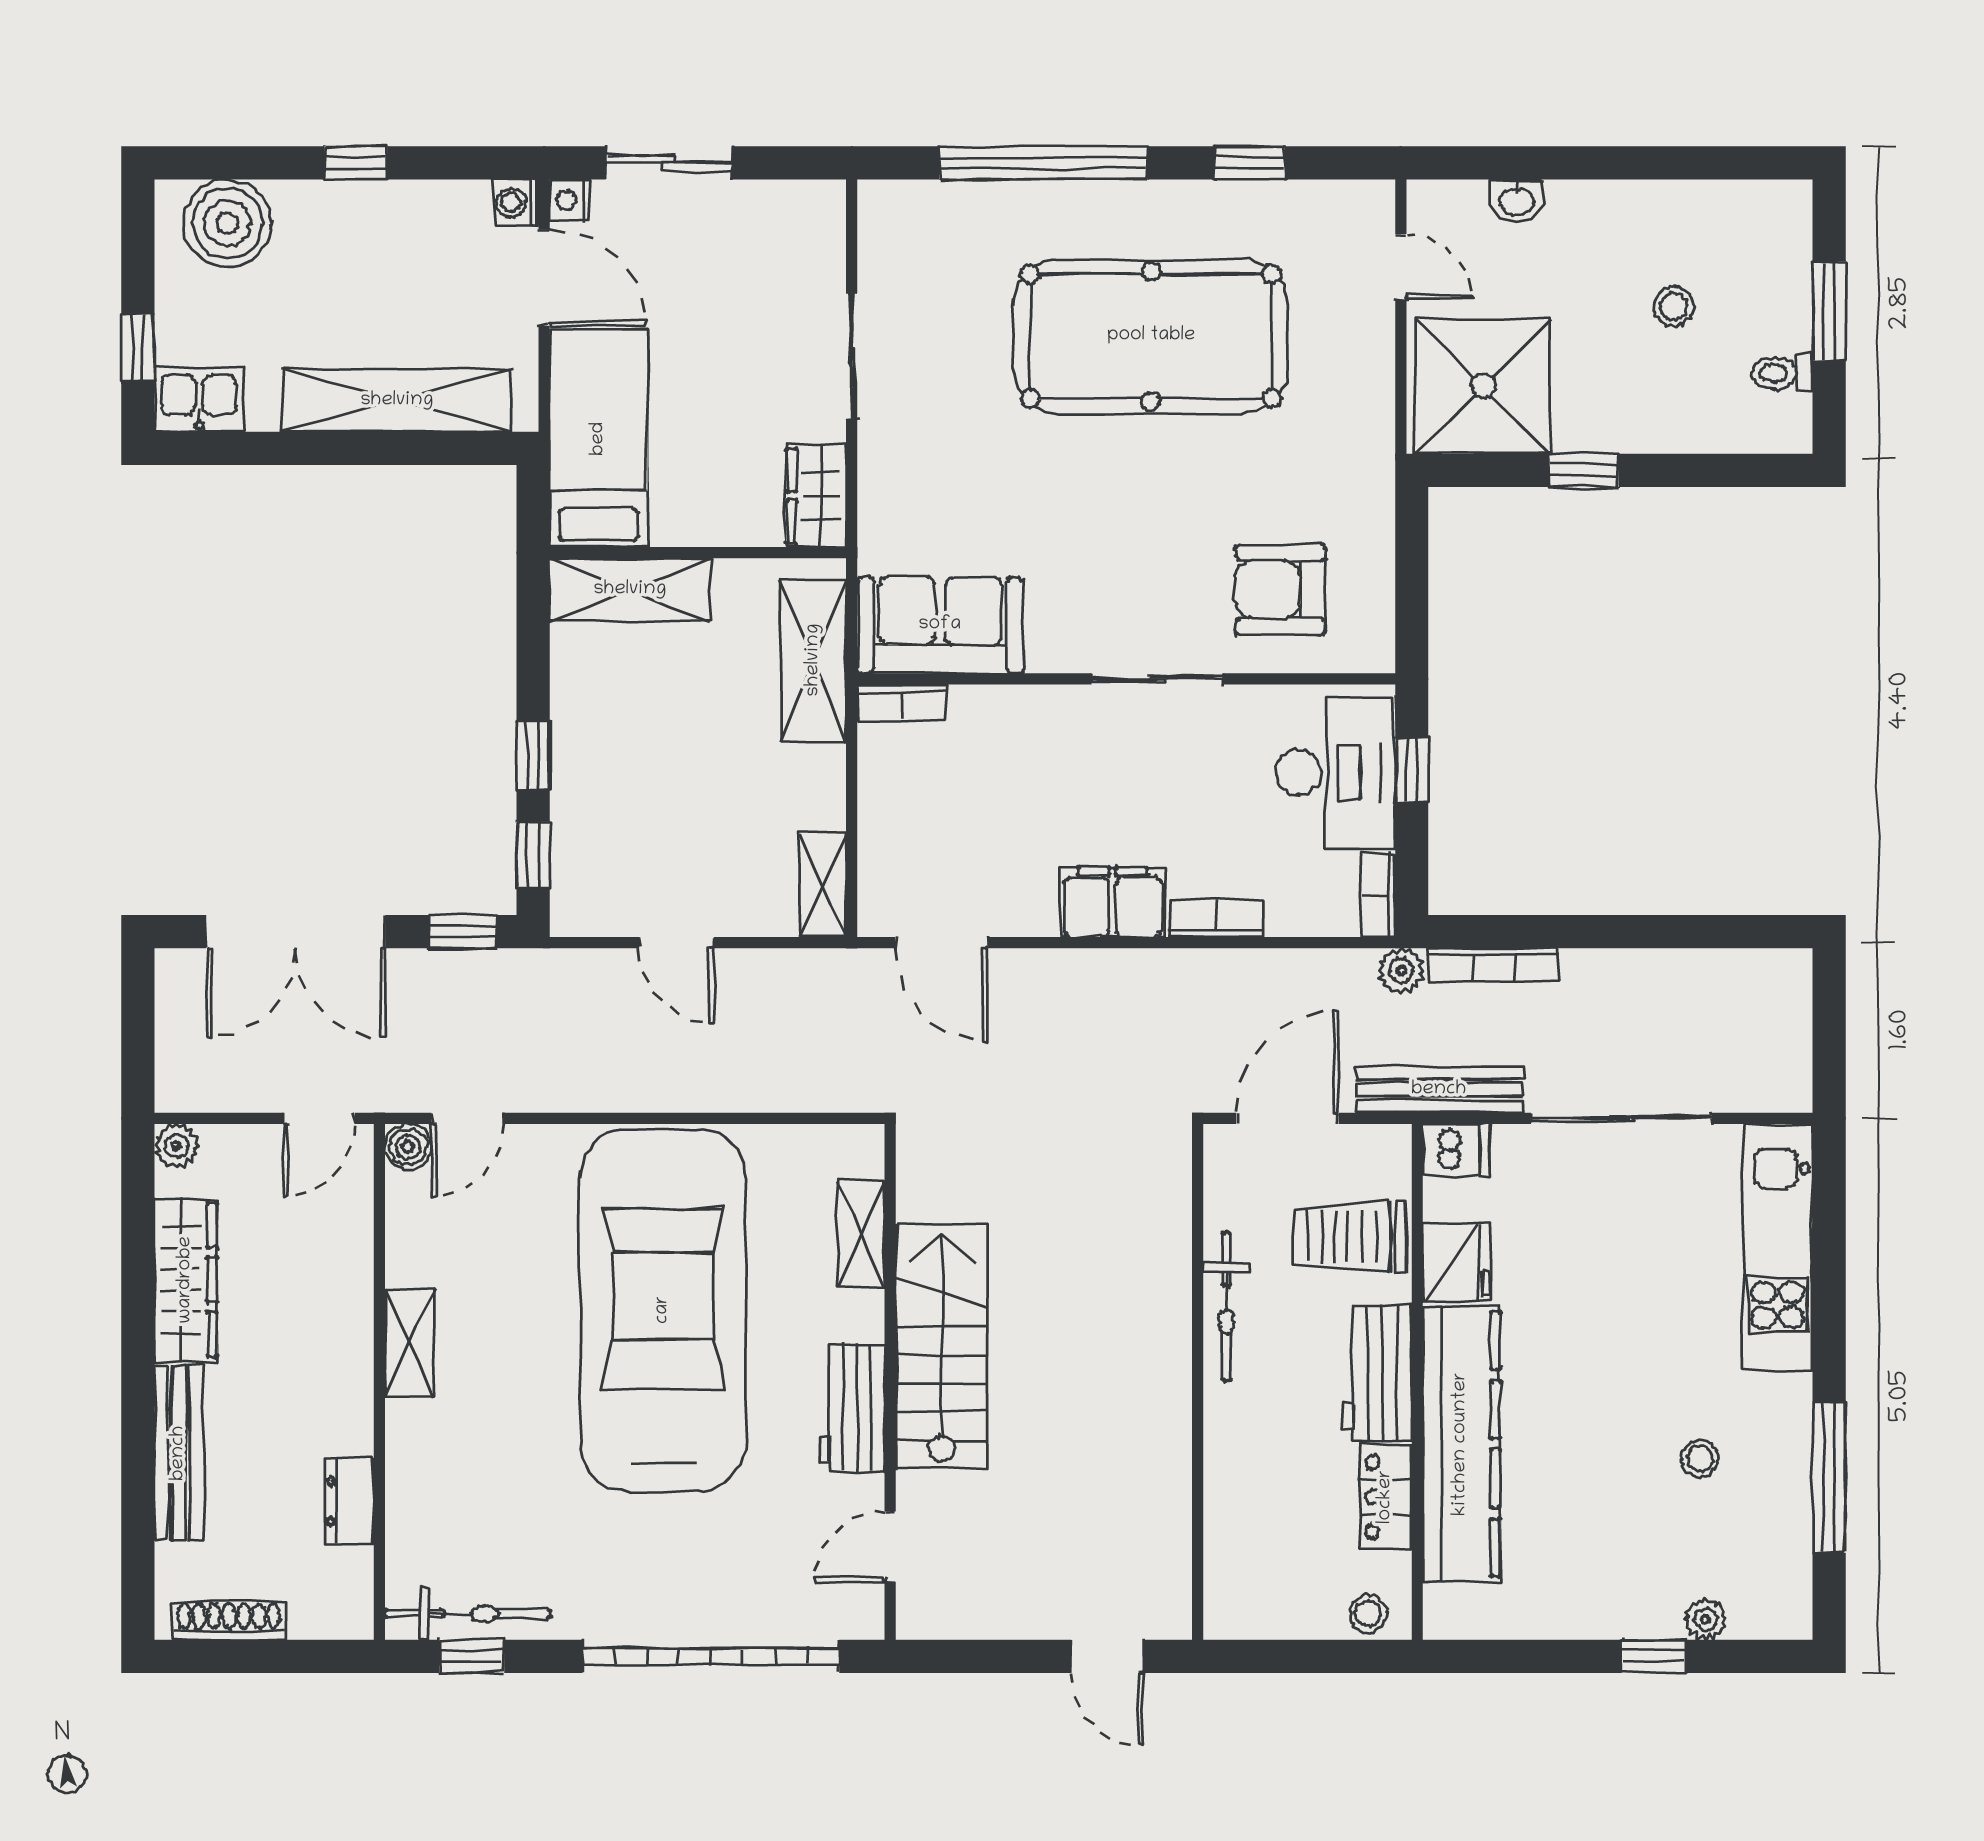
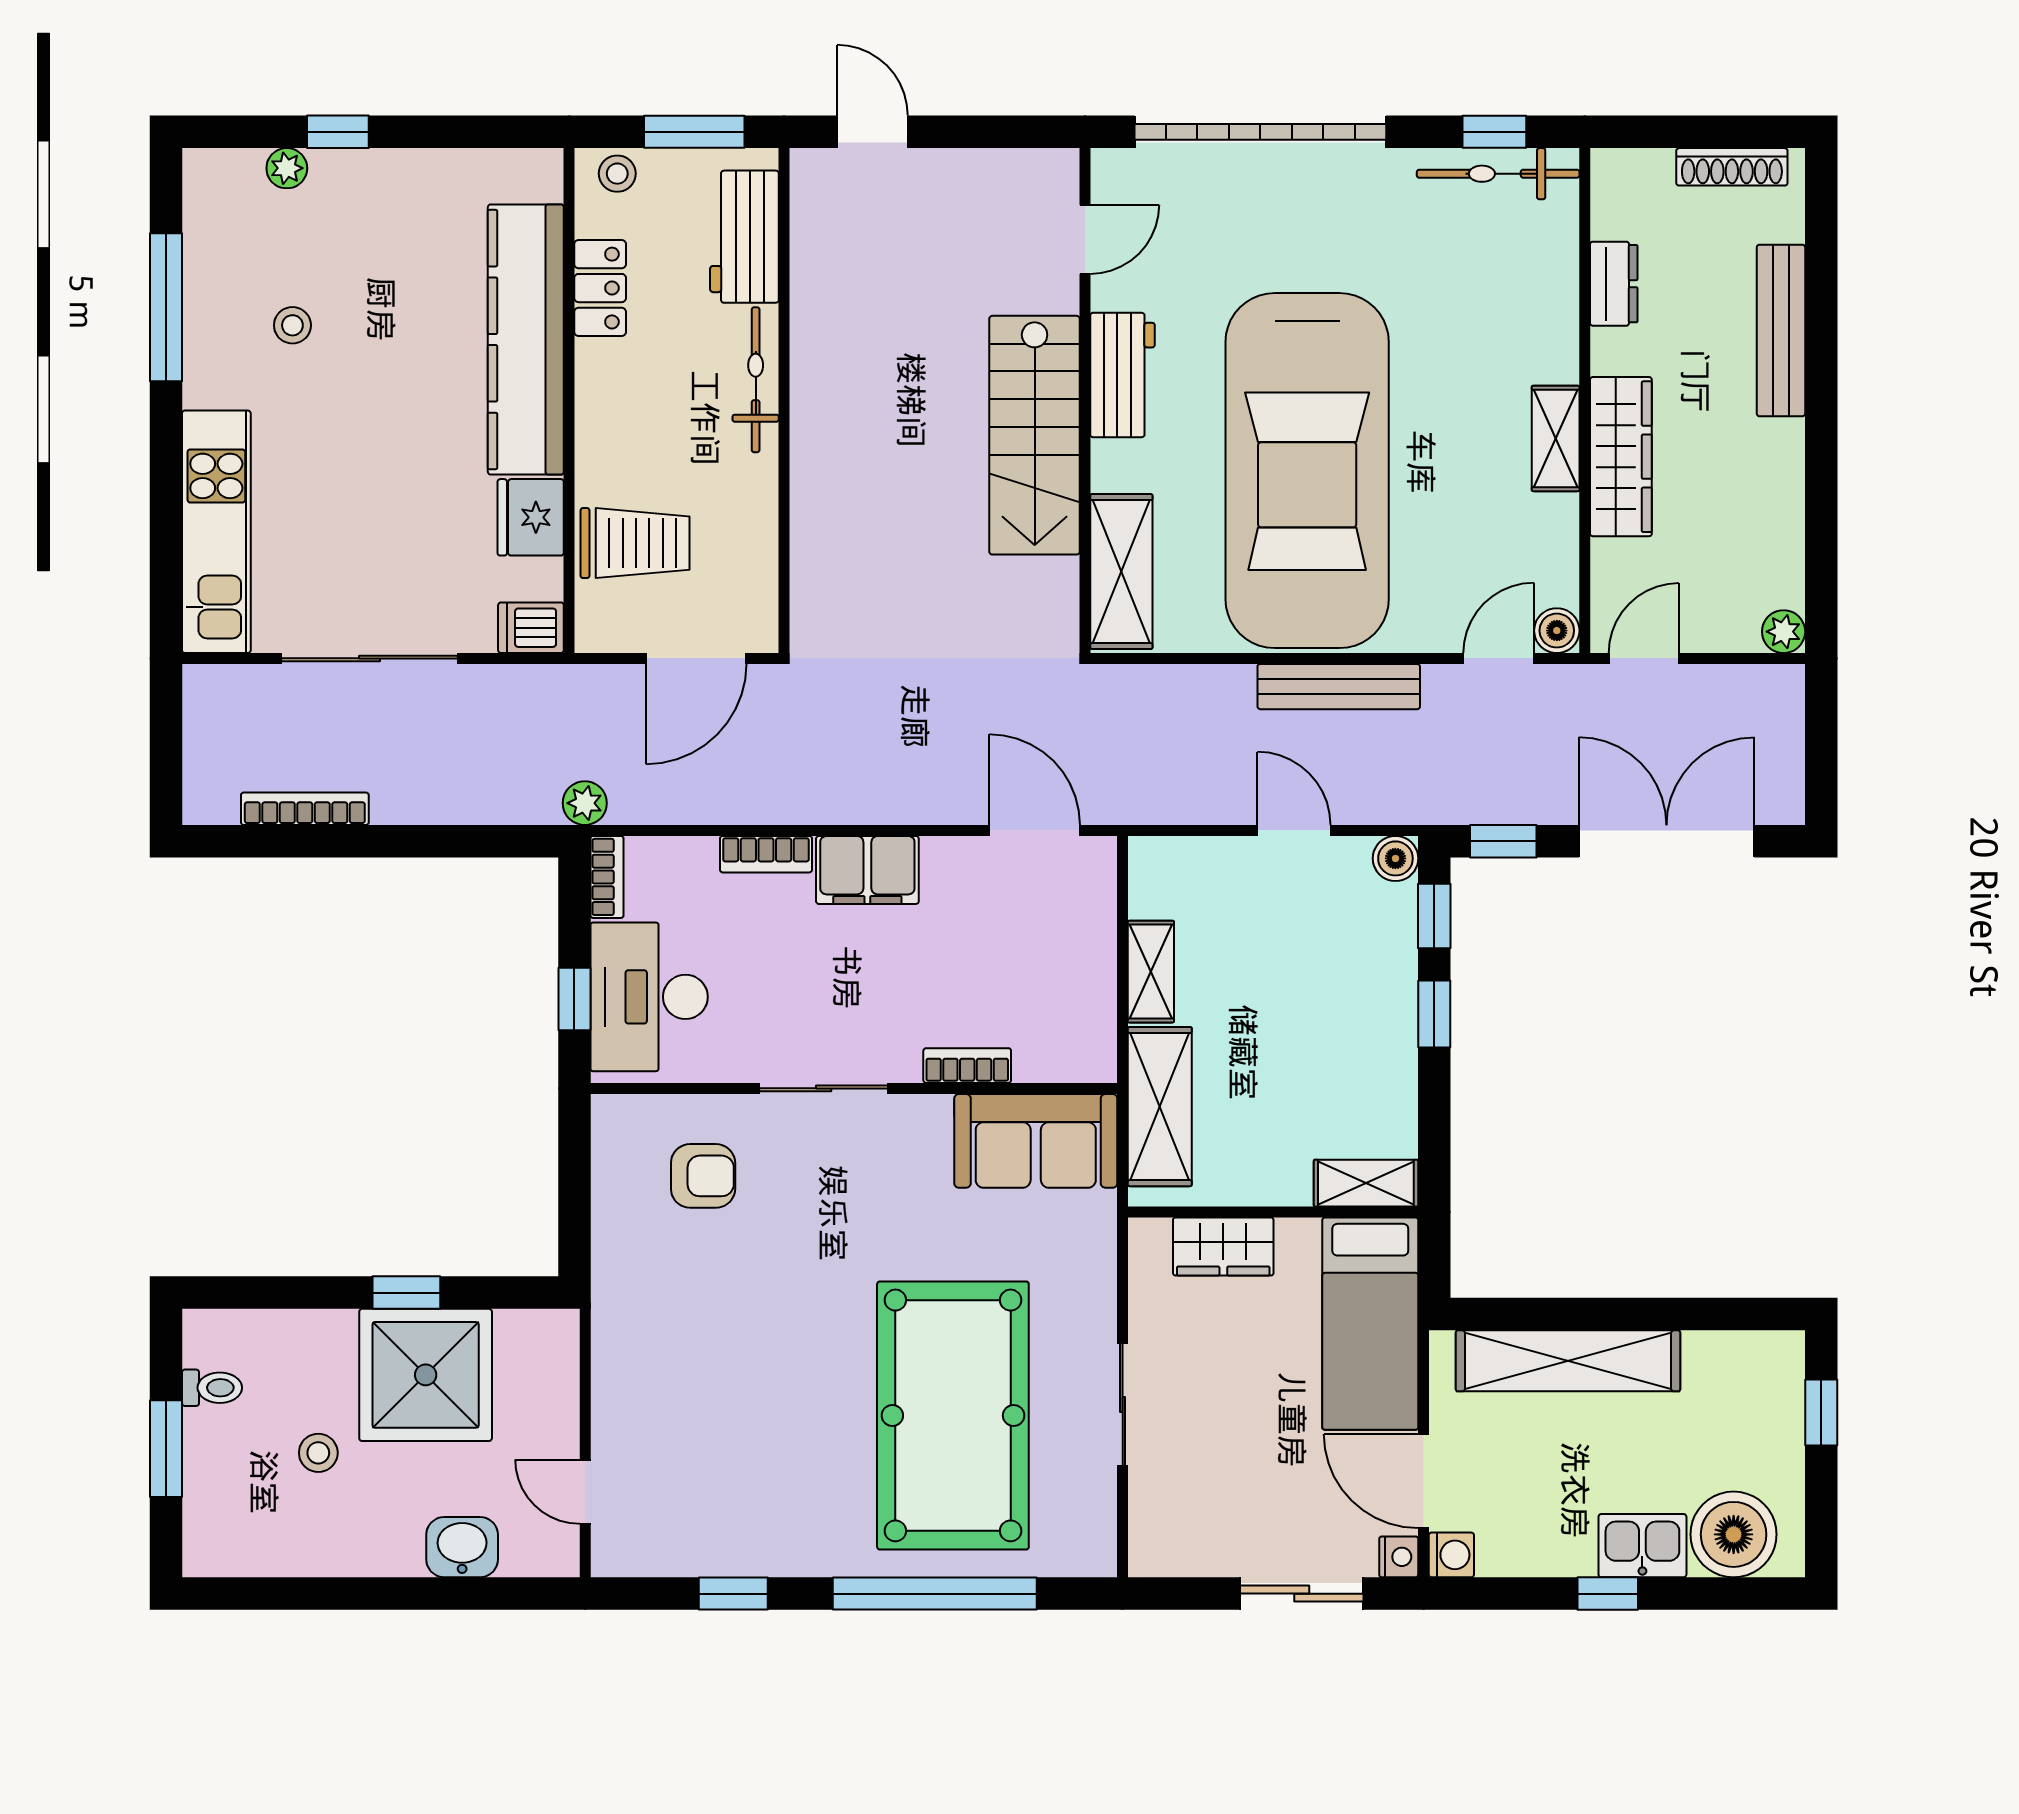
washbasin: (1516, 201) -> (462, 1547), width x1.38, depth x1.45
pool table: (1151, 336) -> (953, 1415), moved, turned 90
shower: (1483, 386) -> (426, 1375), moved
kitchen sink: (199, 399) -> (1642, 1546), moved, turned 180
wardrobe: (816, 496) -> (1223, 1246), moved, turned 90
shelving: (630, 590) -> (1366, 1183), width x0.67, depth x0.75
armchair: (1280, 590) -> (703, 1176), width x0.72, depth x0.72
bookcase: (902, 702) -> (967, 1066), moved
shelving: (823, 885) -> (1151, 972), moved
boiler: (573, 914) -> (1395, 858), added
bookcase: (1493, 965) -> (305, 809), moved
bench: (1439, 1090) -> (1339, 687), moved
shelving: (861, 1234) -> (1121, 572), width x1.50, depth x1.33
wardrobe: (186, 1280) -> (1621, 457), moved, turned 180
bicycle: (1227, 1307) -> (756, 380), moved
workbench: (1377, 1373) -> (744, 237), moved, turned 180
window: (1289, 1656) -> (694, 132), added

